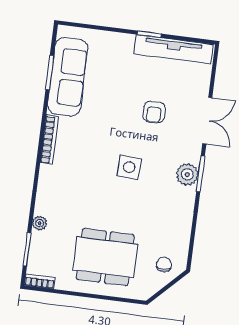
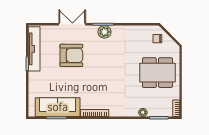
armchair: (154, 112) -> (71, 55), width x1.88, depth x1.88
side table: (129, 167) -> (105, 66), removed
dining table: (105, 257) -> (157, 73), turned 90

